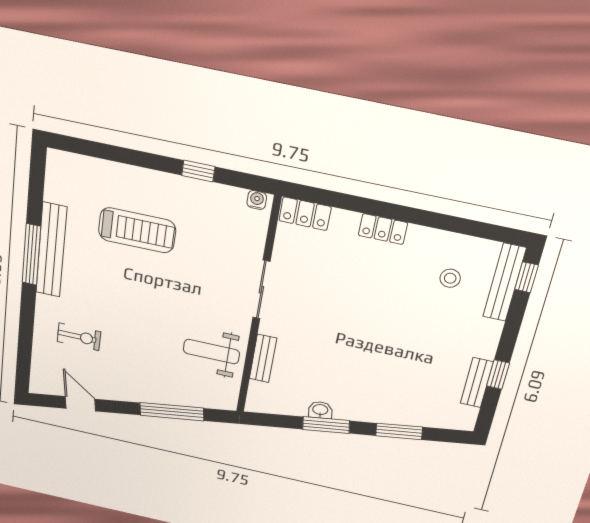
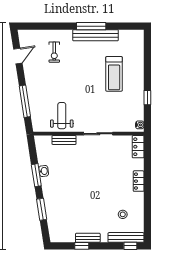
bench: (477, 383) -> (88, 238), moved

